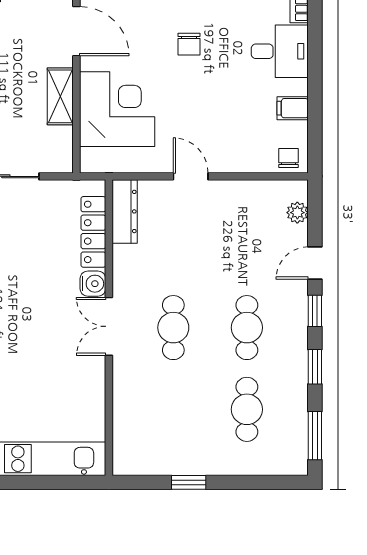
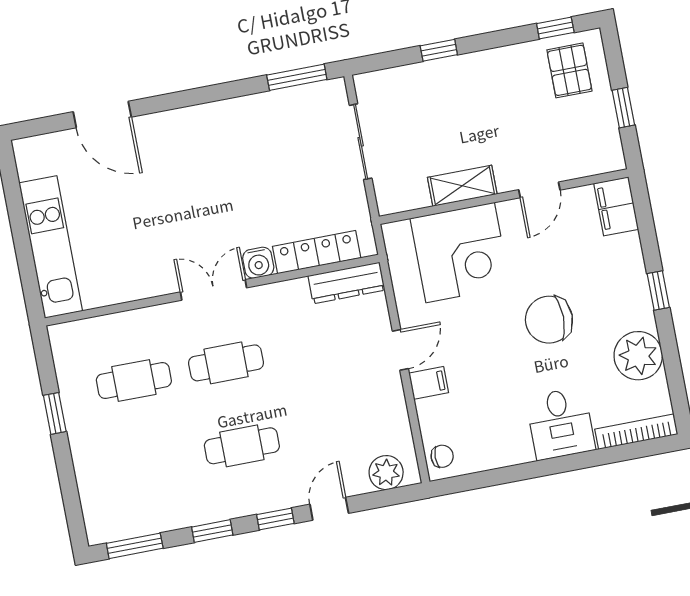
door: (76, 31) -> (539, 190), width x0.73
chair: (189, 44) -> (549, 320), width x1.87, depth x1.87
filing cabinet: (293, 108) -> (429, 383), moved, turned 90
plant: (297, 213) -> (386, 473), width x1.38, depth x1.38
door: (315, 263) -> (329, 509), hinge flipped
cafe table: (247, 409) -> (134, 380), moved

